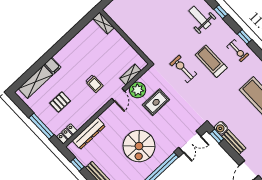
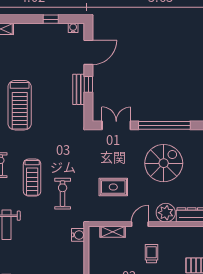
exercise bike: (183, 69) -> (63, 194), turned 180
plant: (138, 90) -> (166, 213), moved
water cooler: (221, 128) -> (78, 235), moved
window: (217, 136) -> (88, 84), moved

